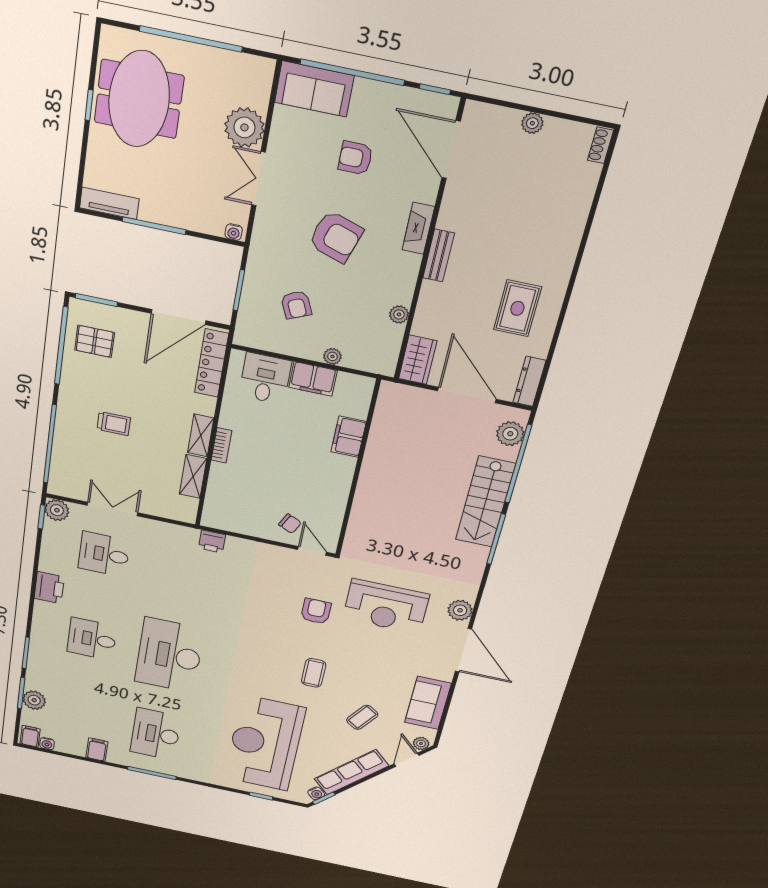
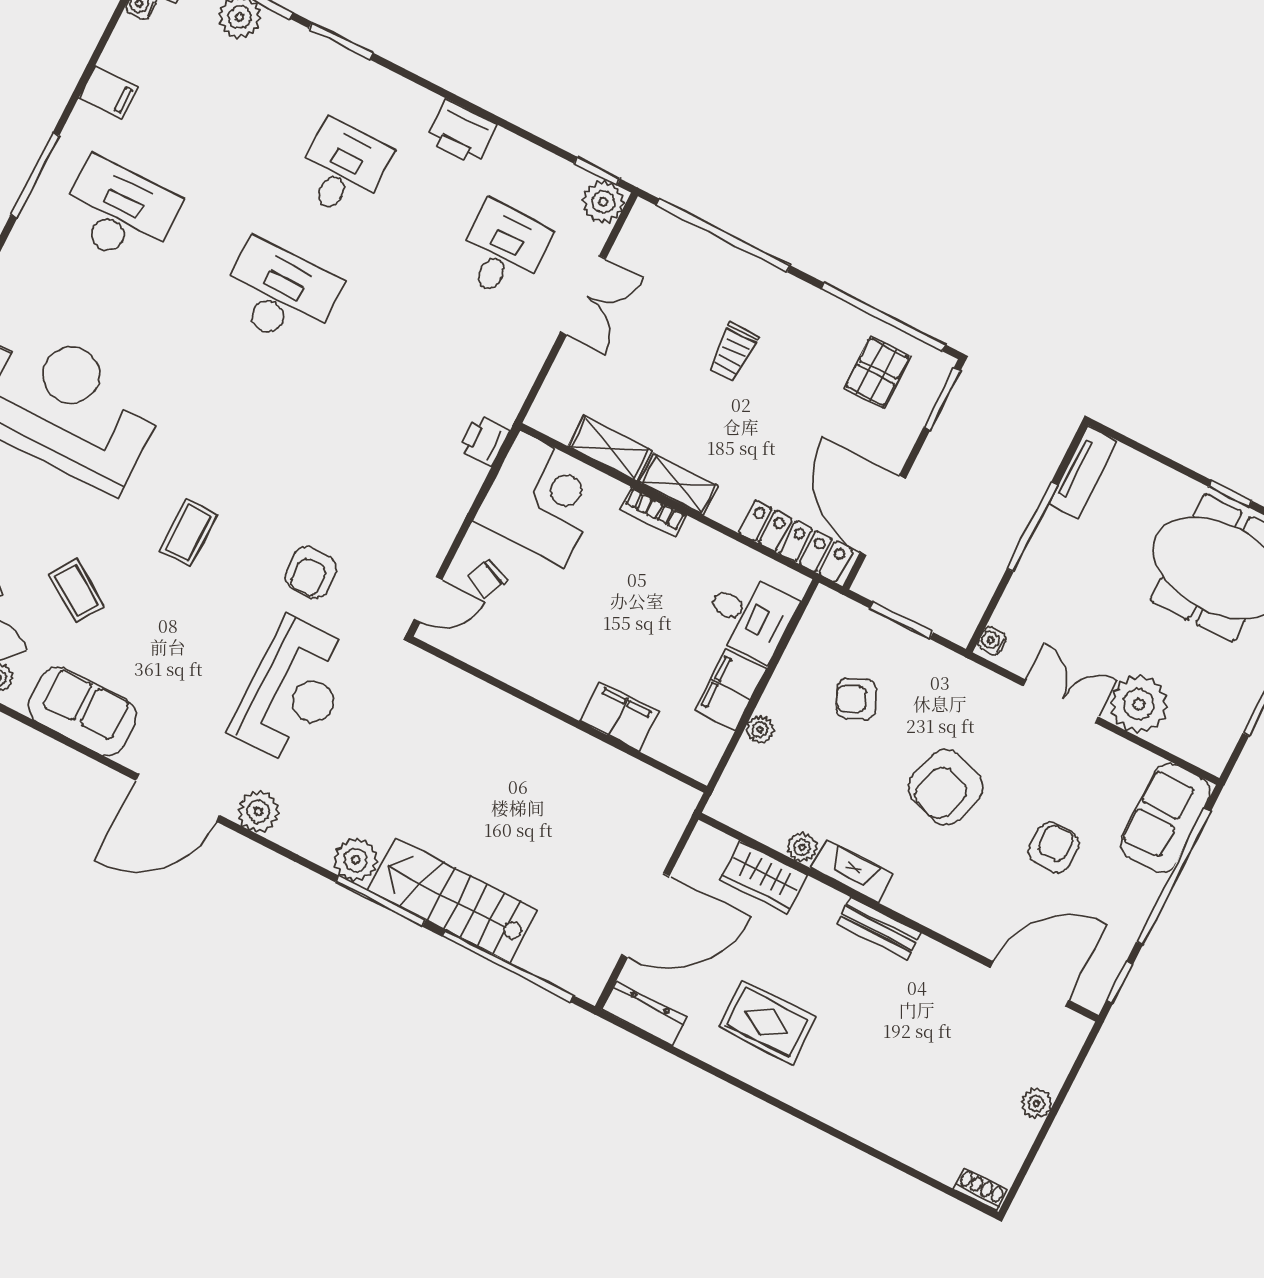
fireplace: (418, 228) -> (852, 871), moved
wardrobe: (418, 360) -> (764, 877), moved
plant: (510, 434) -> (356, 860), moved
corner desk: (235, 506) -> (541, 499), added
reception desk: (386, 606) -> (294, 692), turned 180
armchair: (316, 611) -> (311, 572), turned 90
desk: (169, 655) -> (279, 294), width x0.73, depth x0.77
coffee table: (314, 673) -> (188, 533), turned 90

